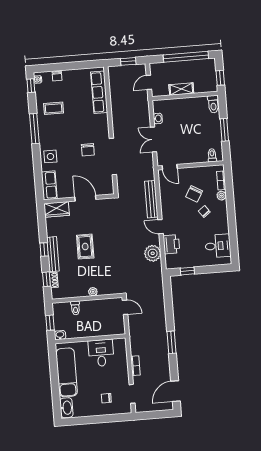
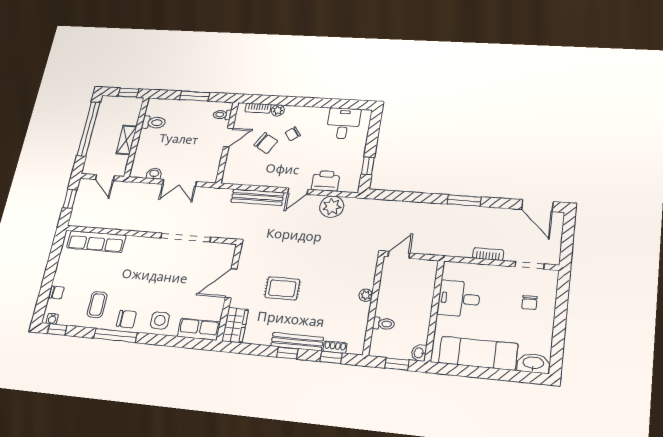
toilet: (213, 104) -> (154, 122), moved
chair: (88, 150) -> (126, 319), moved
door: (170, 167) -> (228, 137), moved
rug: (85, 247) -> (282, 288), moved

